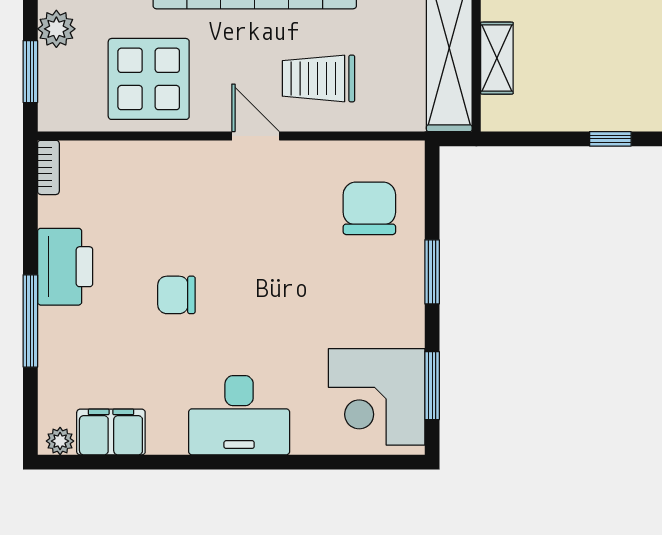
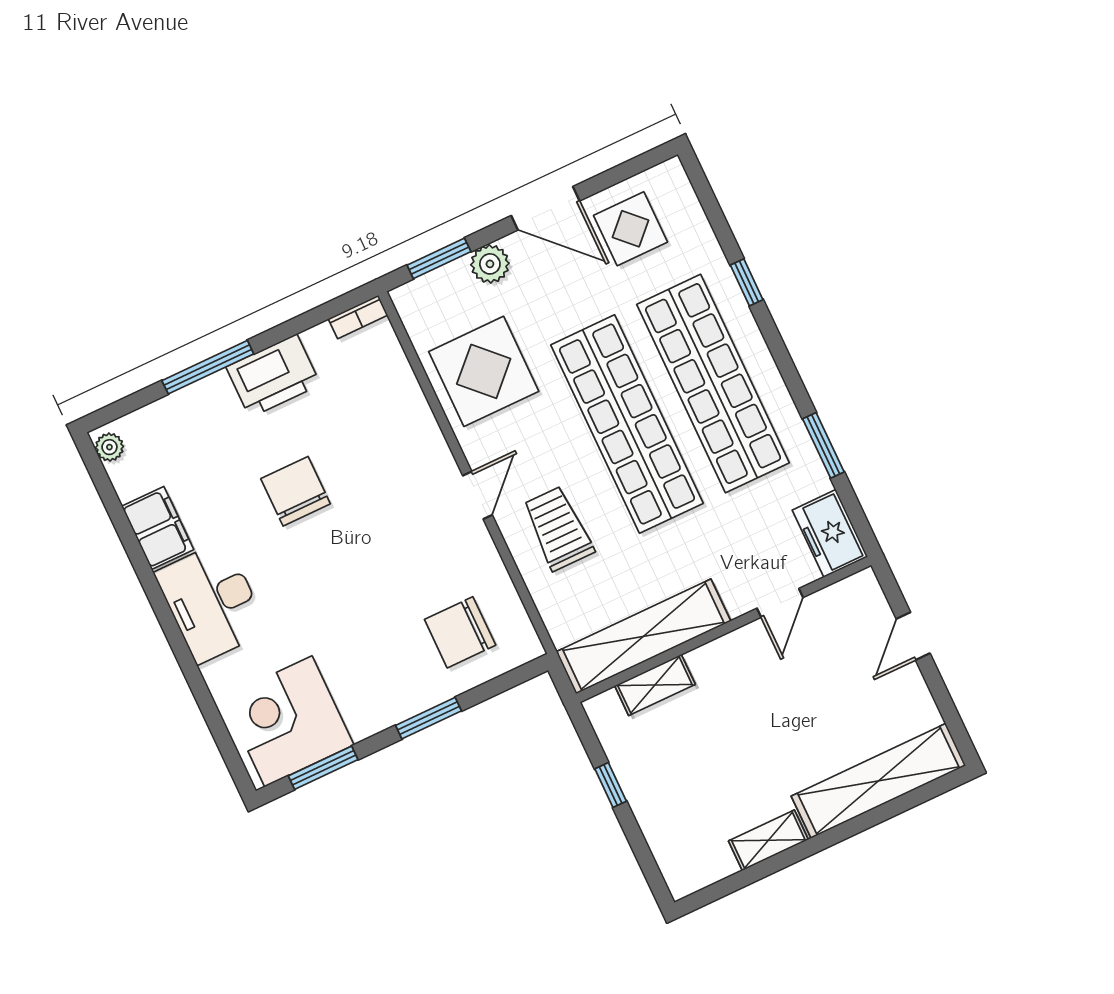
window: (610, 139) -> (611, 785), moved
chair: (369, 208) -> (460, 632), turned 180
chair: (176, 295) -> (296, 491), width x1.37, depth x1.37
filing cabinet: (111, 432) -> (158, 528), moved

